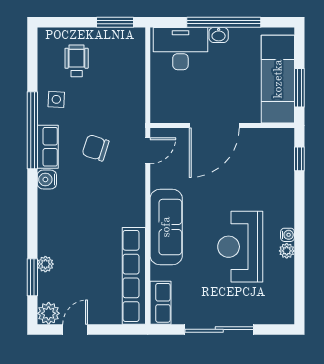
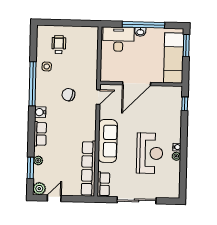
window: (115, 22) -> (81, 23), removed
window: (299, 88) -> (186, 46), moved
row of seats: (48, 147) -> (40, 134), moved
reception desk: (240, 247) -> (150, 153), turned 180

